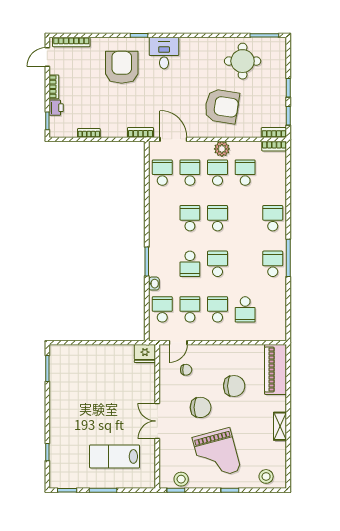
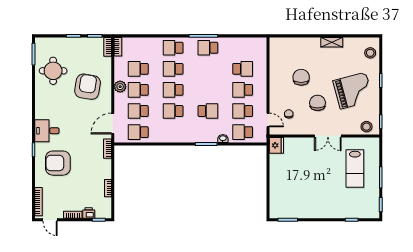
school desk: (218, 264) -> (173, 69), moved
piano: (276, 370) -> (289, 46), removed
stool: (181, 479) -> (366, 127), moved

